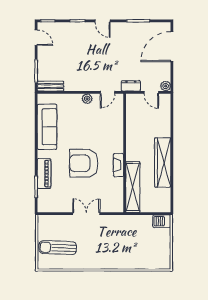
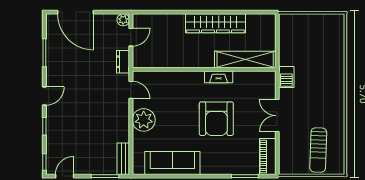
plant: (87, 99) -> (144, 120), width x1.88, depth x1.88
piano: (44, 174) -> (268, 157), moved, turned -90
barbecue: (162, 221) -> (286, 77), moved

